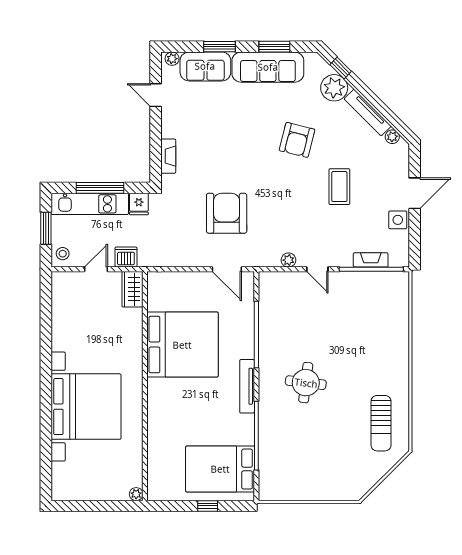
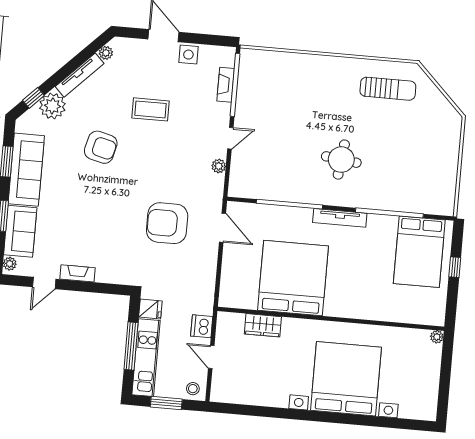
fireplace: (168, 156) -> (78, 273), moved
door: (227, 269) -> (223, 228), hinge flipped
wardrobe: (132, 289) -> (263, 325), moved

